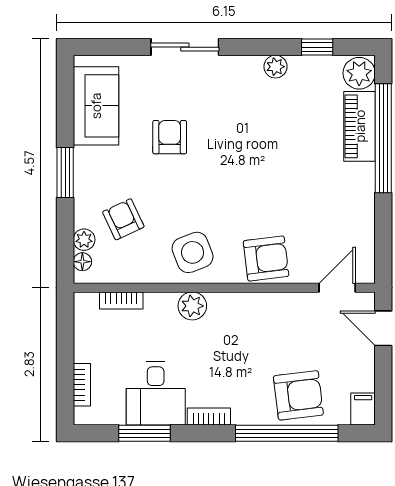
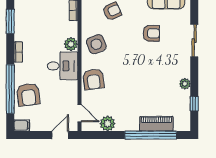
plant: (359, 73) -> (108, 124), moved
desk: (156, 393) -> (63, 66), moved, turned 180

